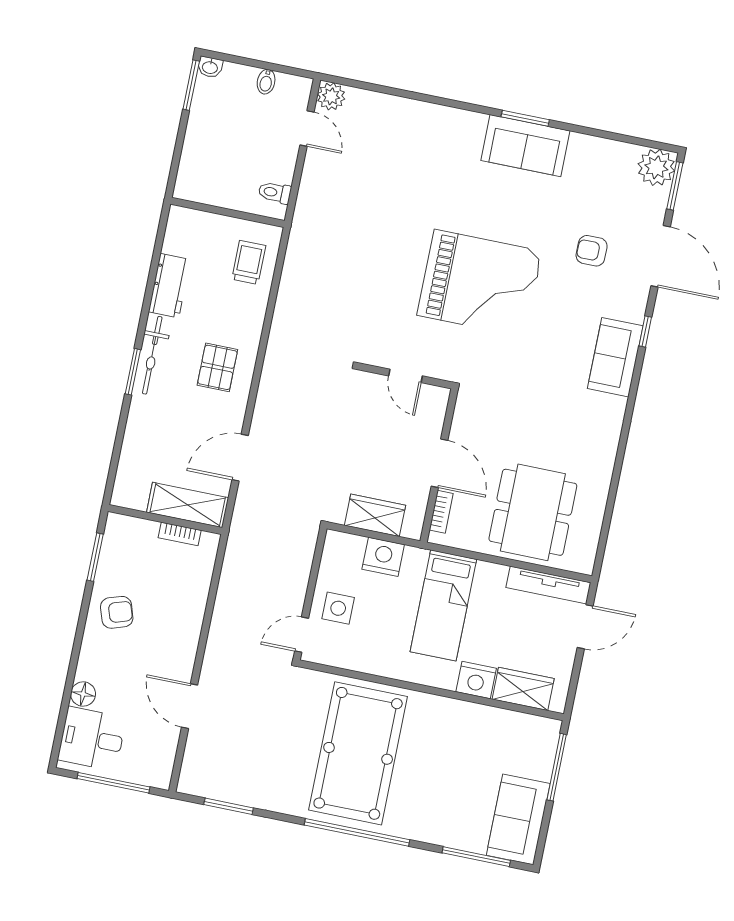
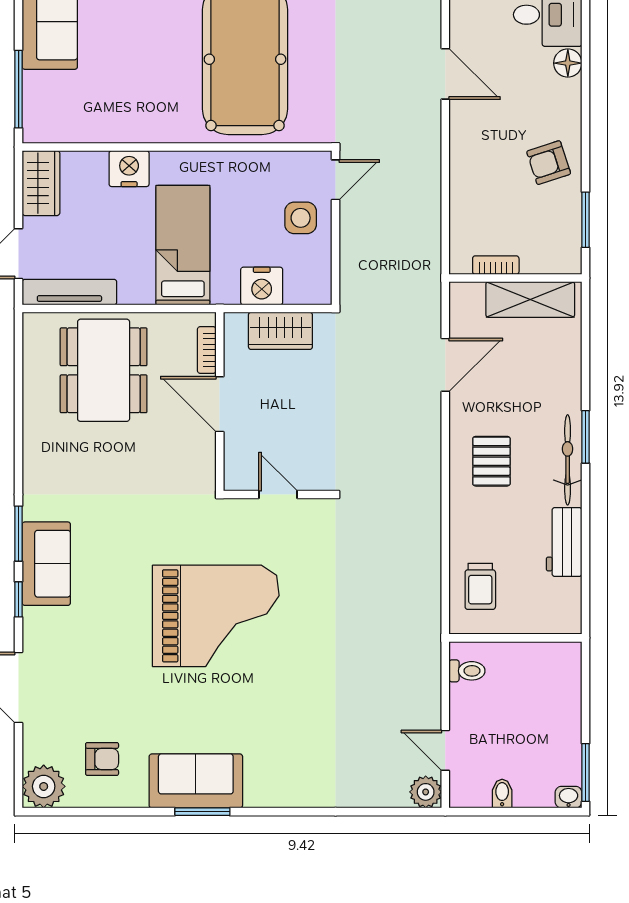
window: (675, 186) -> (19, 534), moved
armchair: (592, 251) -> (102, 759), moved
grand piano: (480, 283) -> (216, 616), turned 180
shelving: (188, 505) -> (530, 300), moved
wardrobe: (523, 689) -> (41, 183), moved, turned -90

